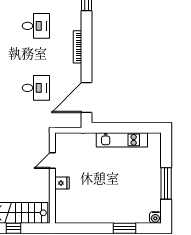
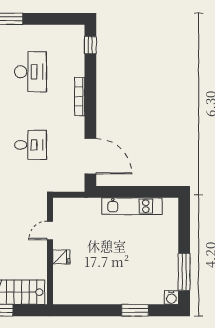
desk: (36, 26) -> (30, 72), width x1.37
door: (87, 98) -> (90, 156), swing flipped
window: (166, 183) -> (184, 272), moved

